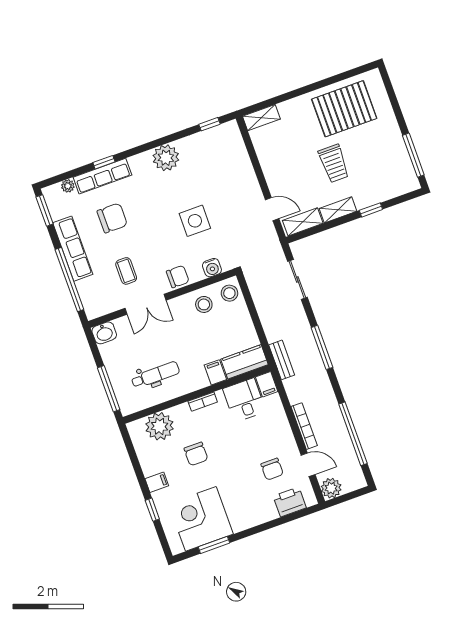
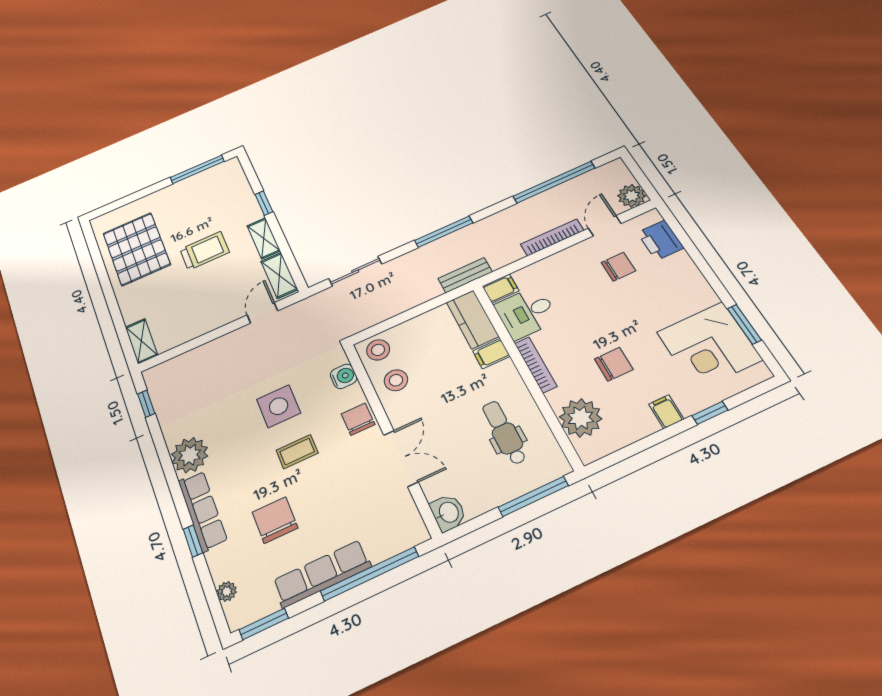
row of seats: (102, 176) -> (203, 511), moved
coffee table: (126, 271) -> (297, 452), moved
bookcase: (203, 402) -> (536, 365), width x1.56

